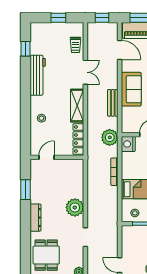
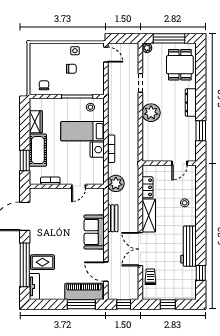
double door: (85, 72) -> (140, 249), width x1.37
locker: (78, 139) -> (147, 187), width x0.66
nightstand: (128, 144) -> (97, 150), moved

